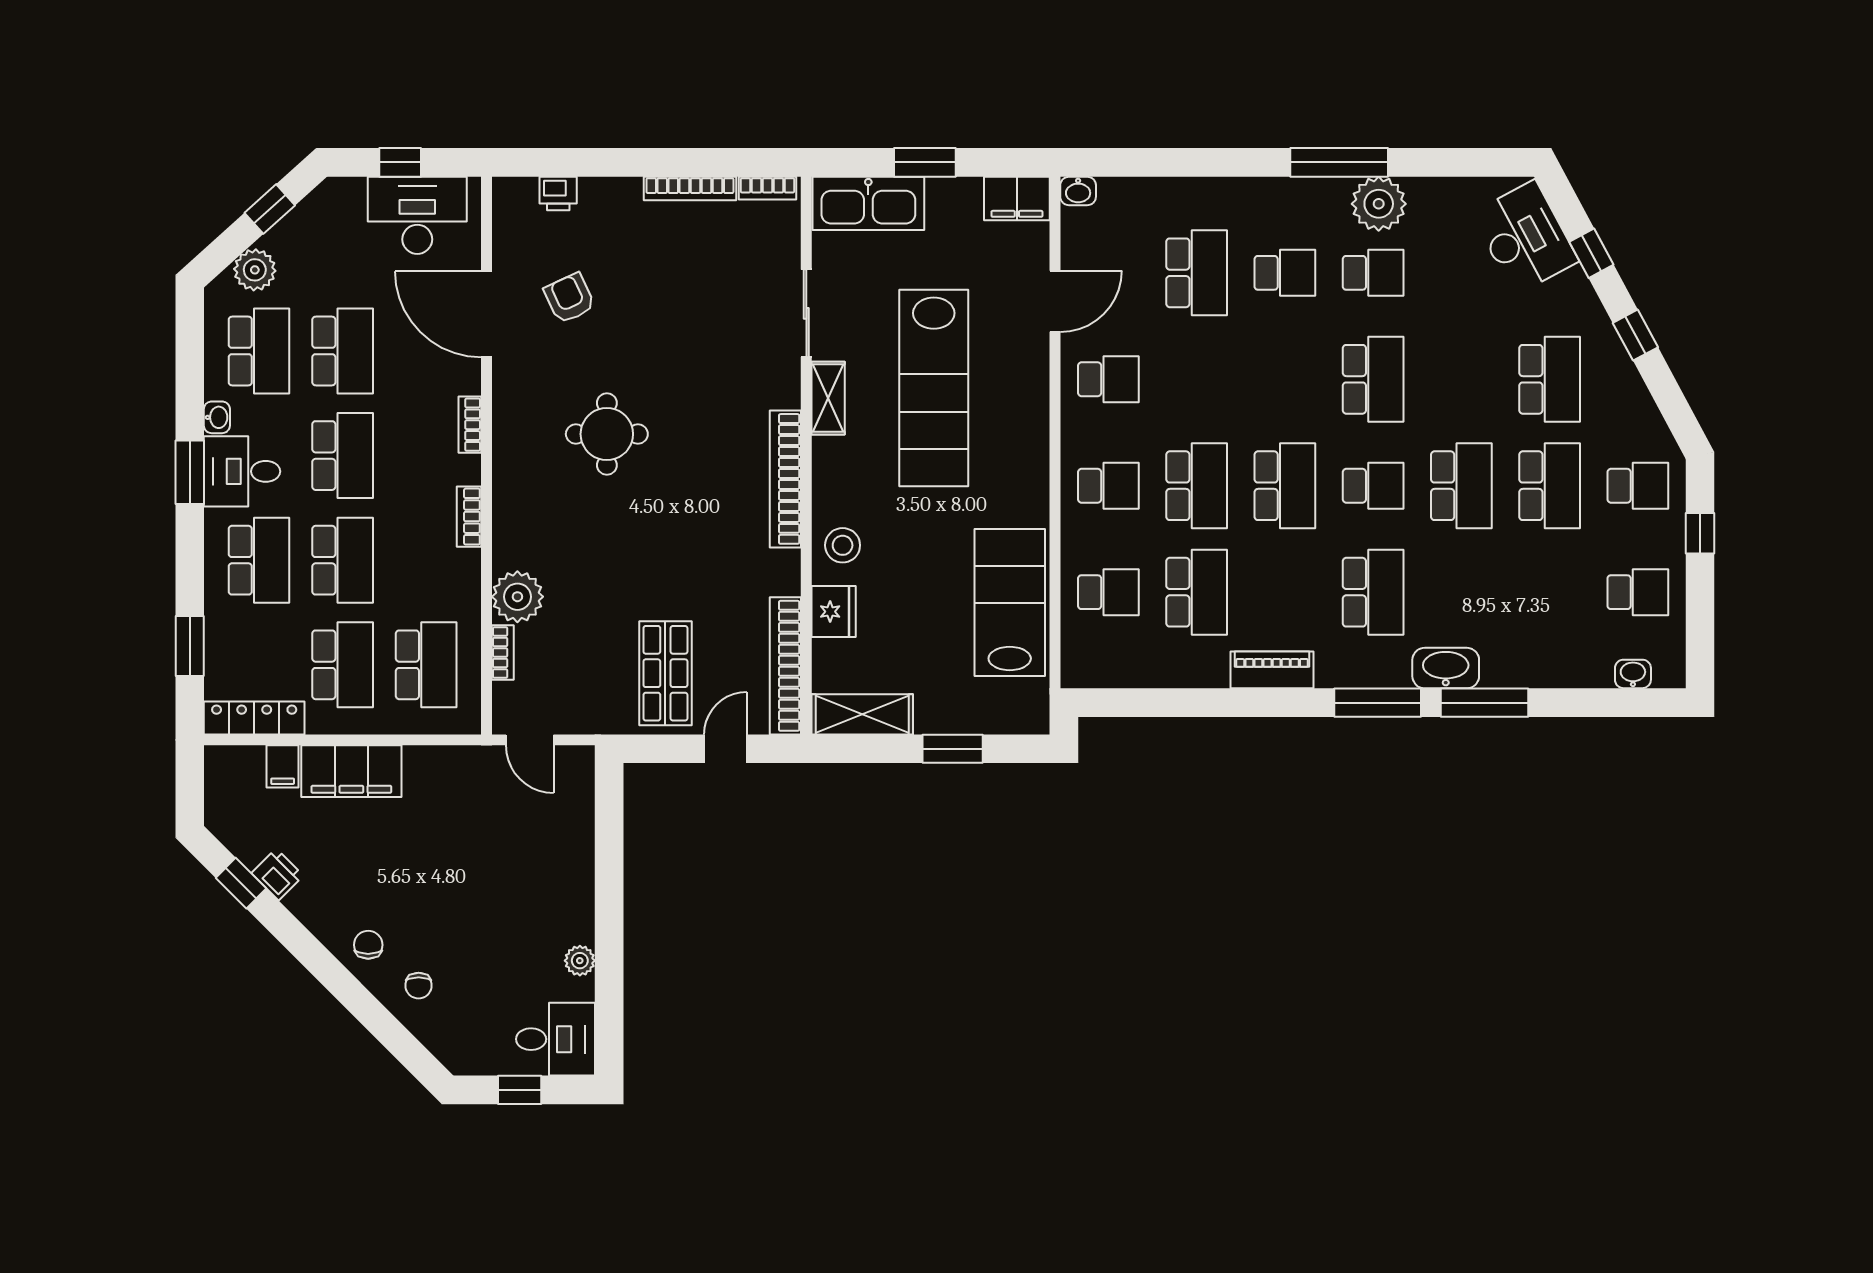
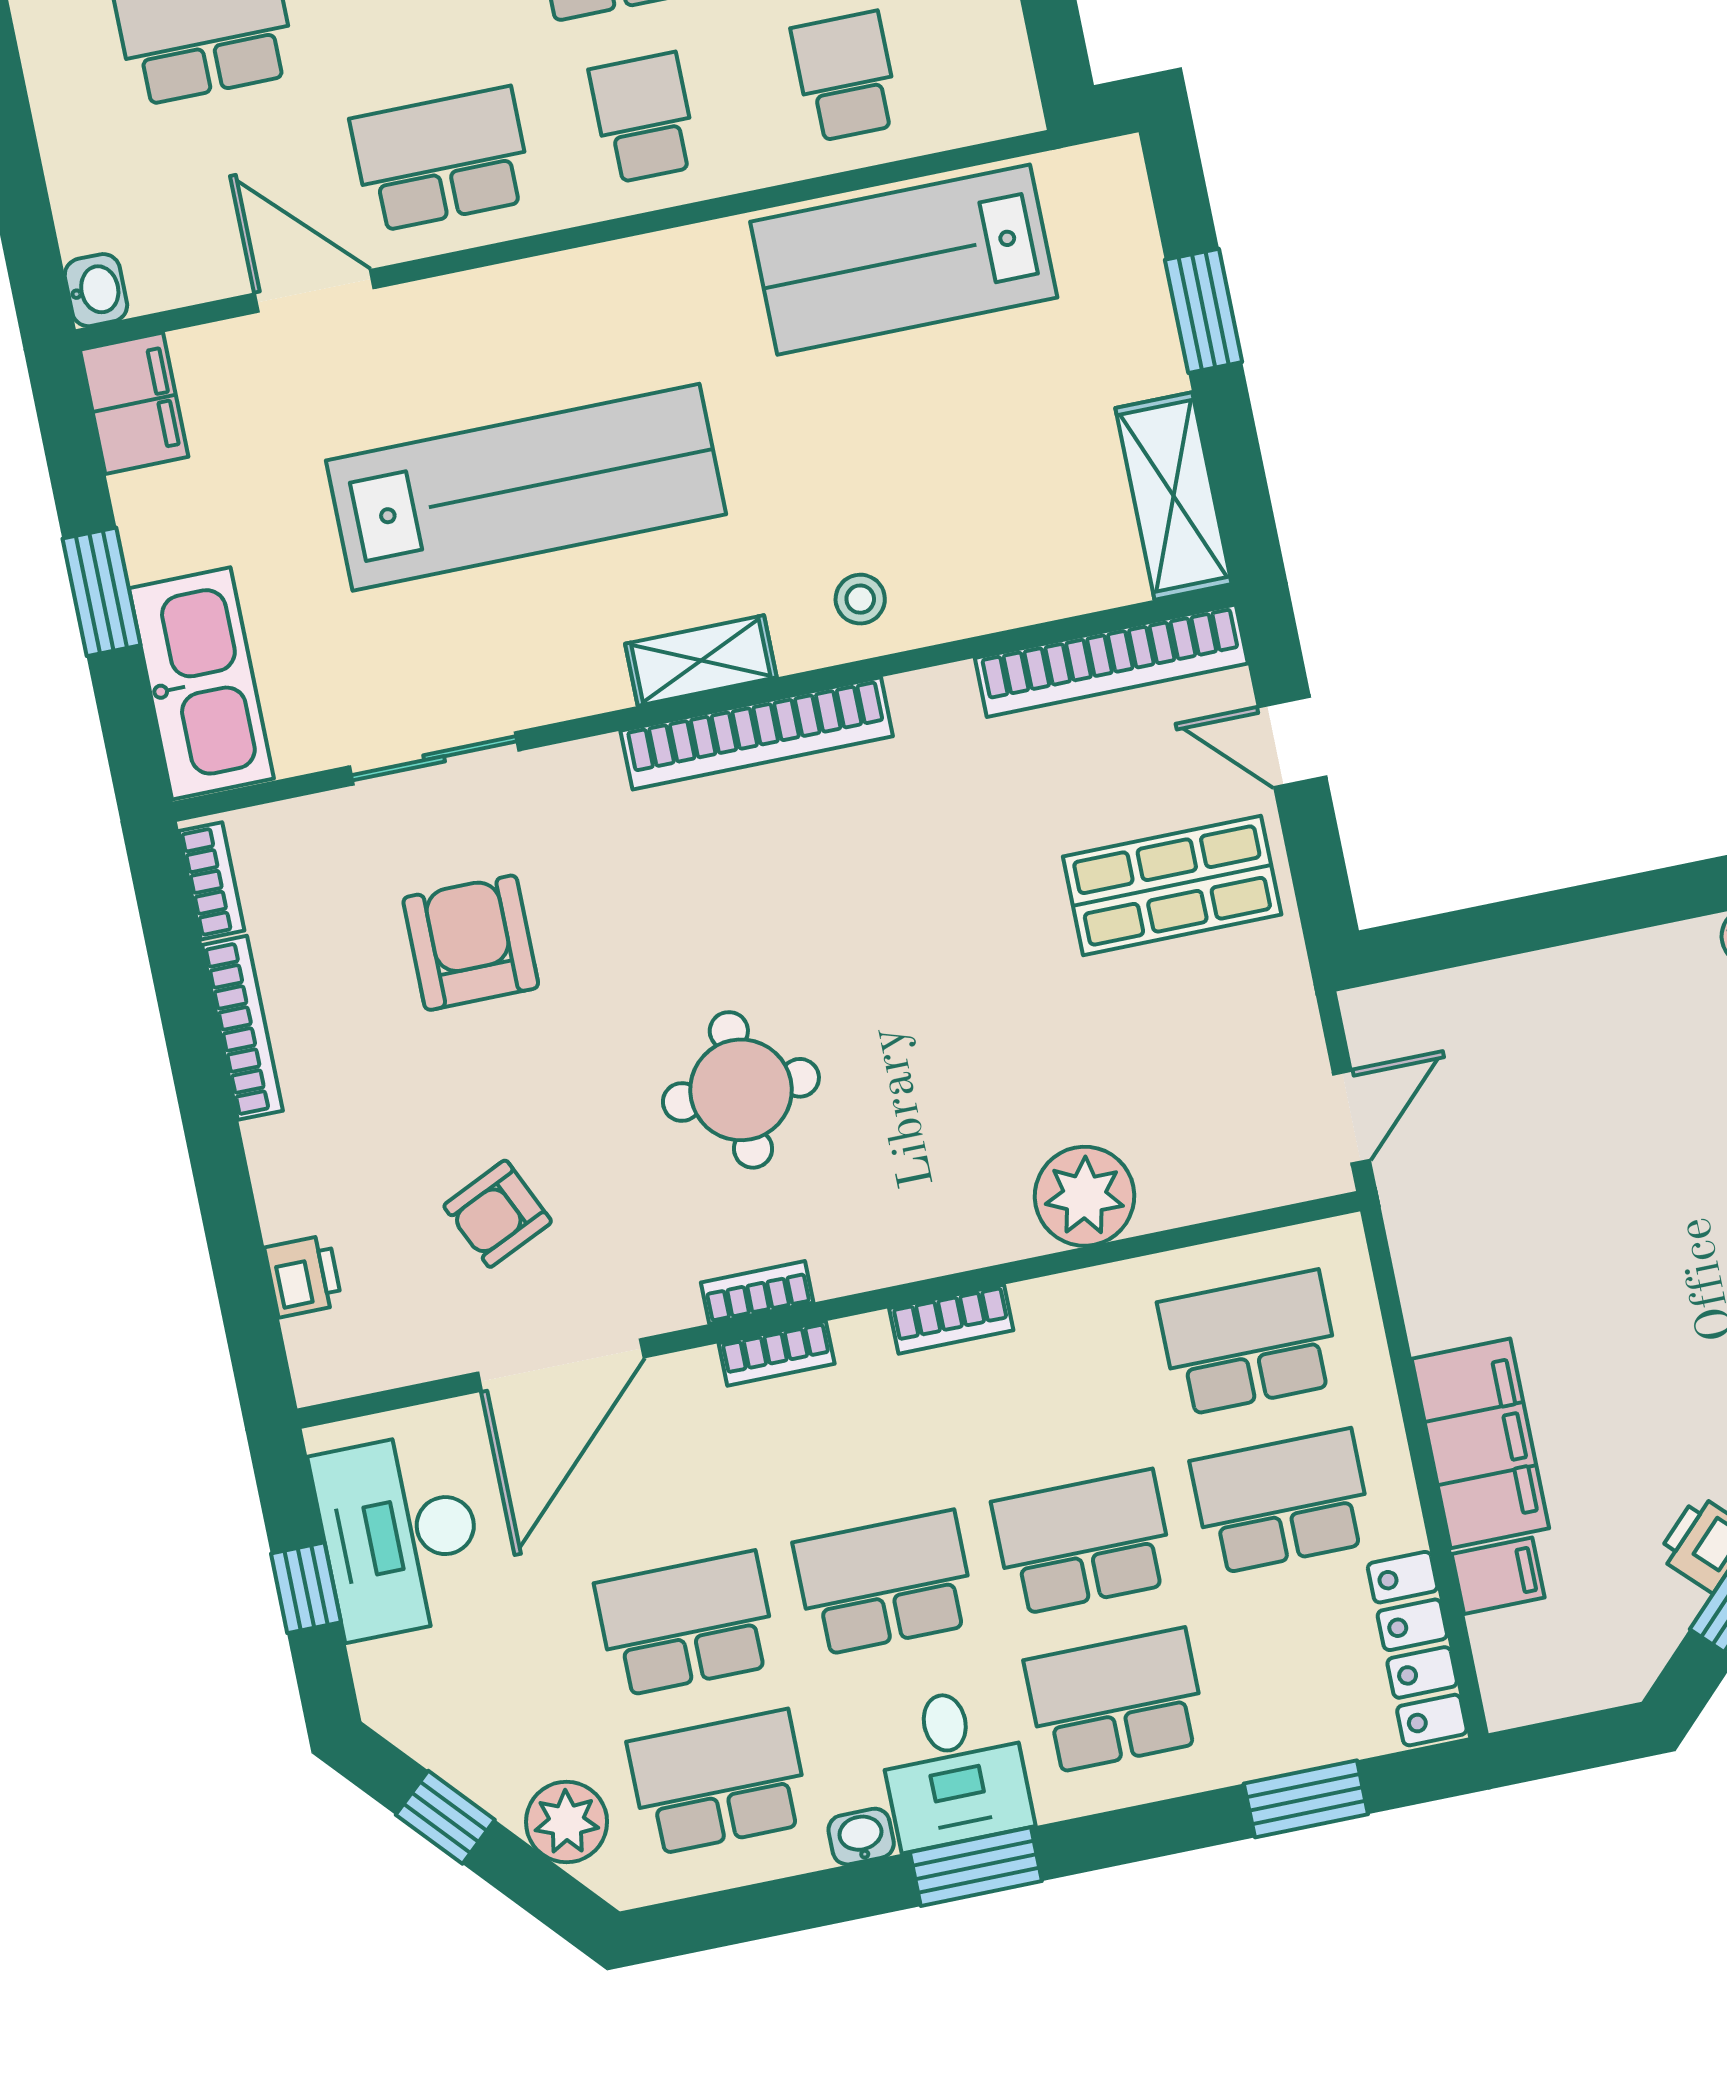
armchair: (709, 313) -> (471, 943), added
school desk: (1108, 379) -> (442, 159), width x1.85
shelving: (828, 398) -> (701, 660), moved
stool: (843, 545) -> (860, 599), width x0.73, depth x0.73
fridge: (834, 612) -> (989, 590), removed
bookcase: (503, 653) -> (757, 1292), moved

